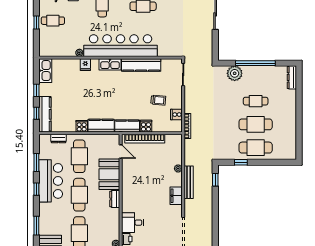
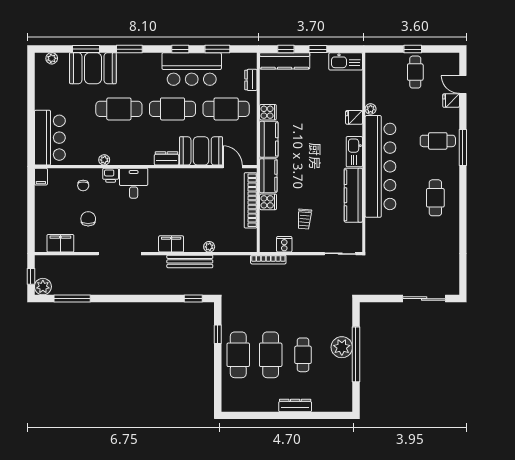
plant: (235, 73) -> (342, 347), moved
dresser: (292, 77) -> (295, 405), moved
door: (121, 152) -> (233, 167), swing flipped

